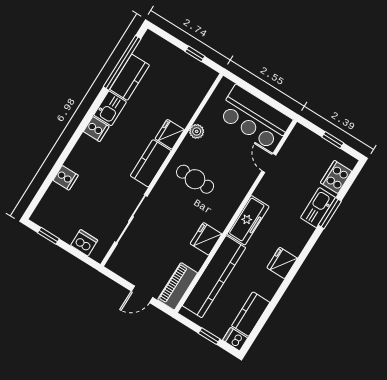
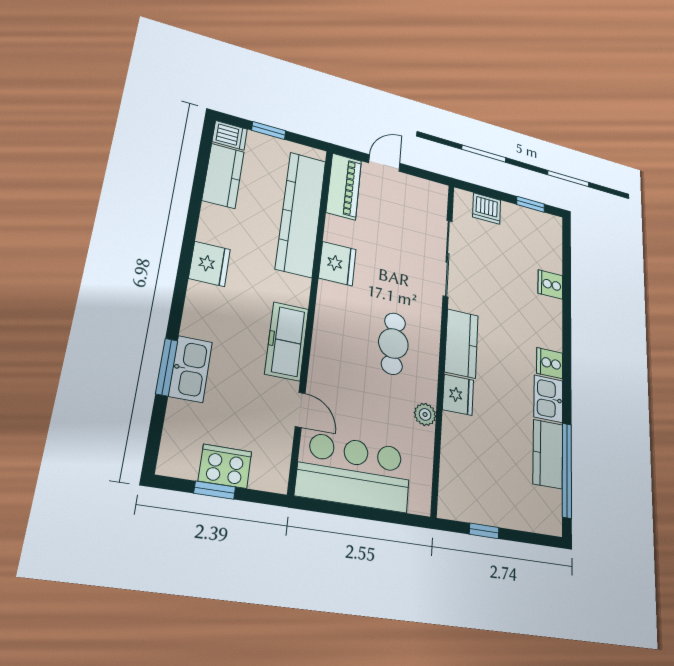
cooker: (336, 177) -> (225, 466), moved, turned -90
cafe table: (195, 179) -> (393, 343), turned 90
freezer: (248, 220) -> (287, 341), moved

